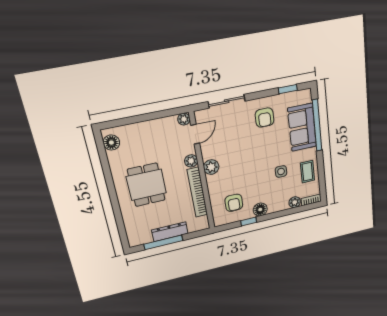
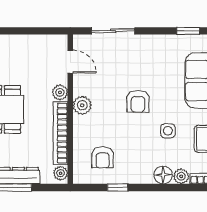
armchair: (265, 118) -> (138, 101), moved
plant: (184, 119) -> (61, 173), moved
door: (195, 134) -> (70, 62), hinge flipped
floor lamp: (260, 210) -> (163, 175), moved

